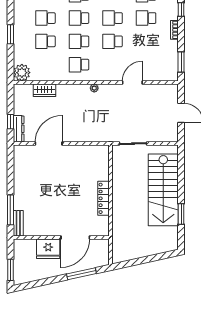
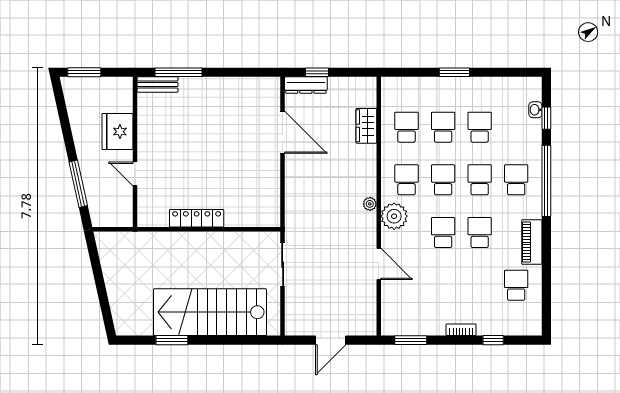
school desk: (146, 18) -> (407, 127), moved
plant: (22, 73) -> (394, 216), moved
door: (75, 238) -> (135, 174), width x0.53

